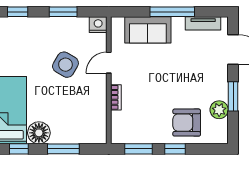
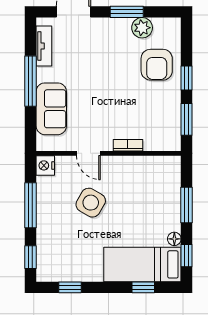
window: (63, 12) -> (31, 205), width x1.44
floor lamp: (39, 133) -> (174, 239), width x0.53, depth x0.53

